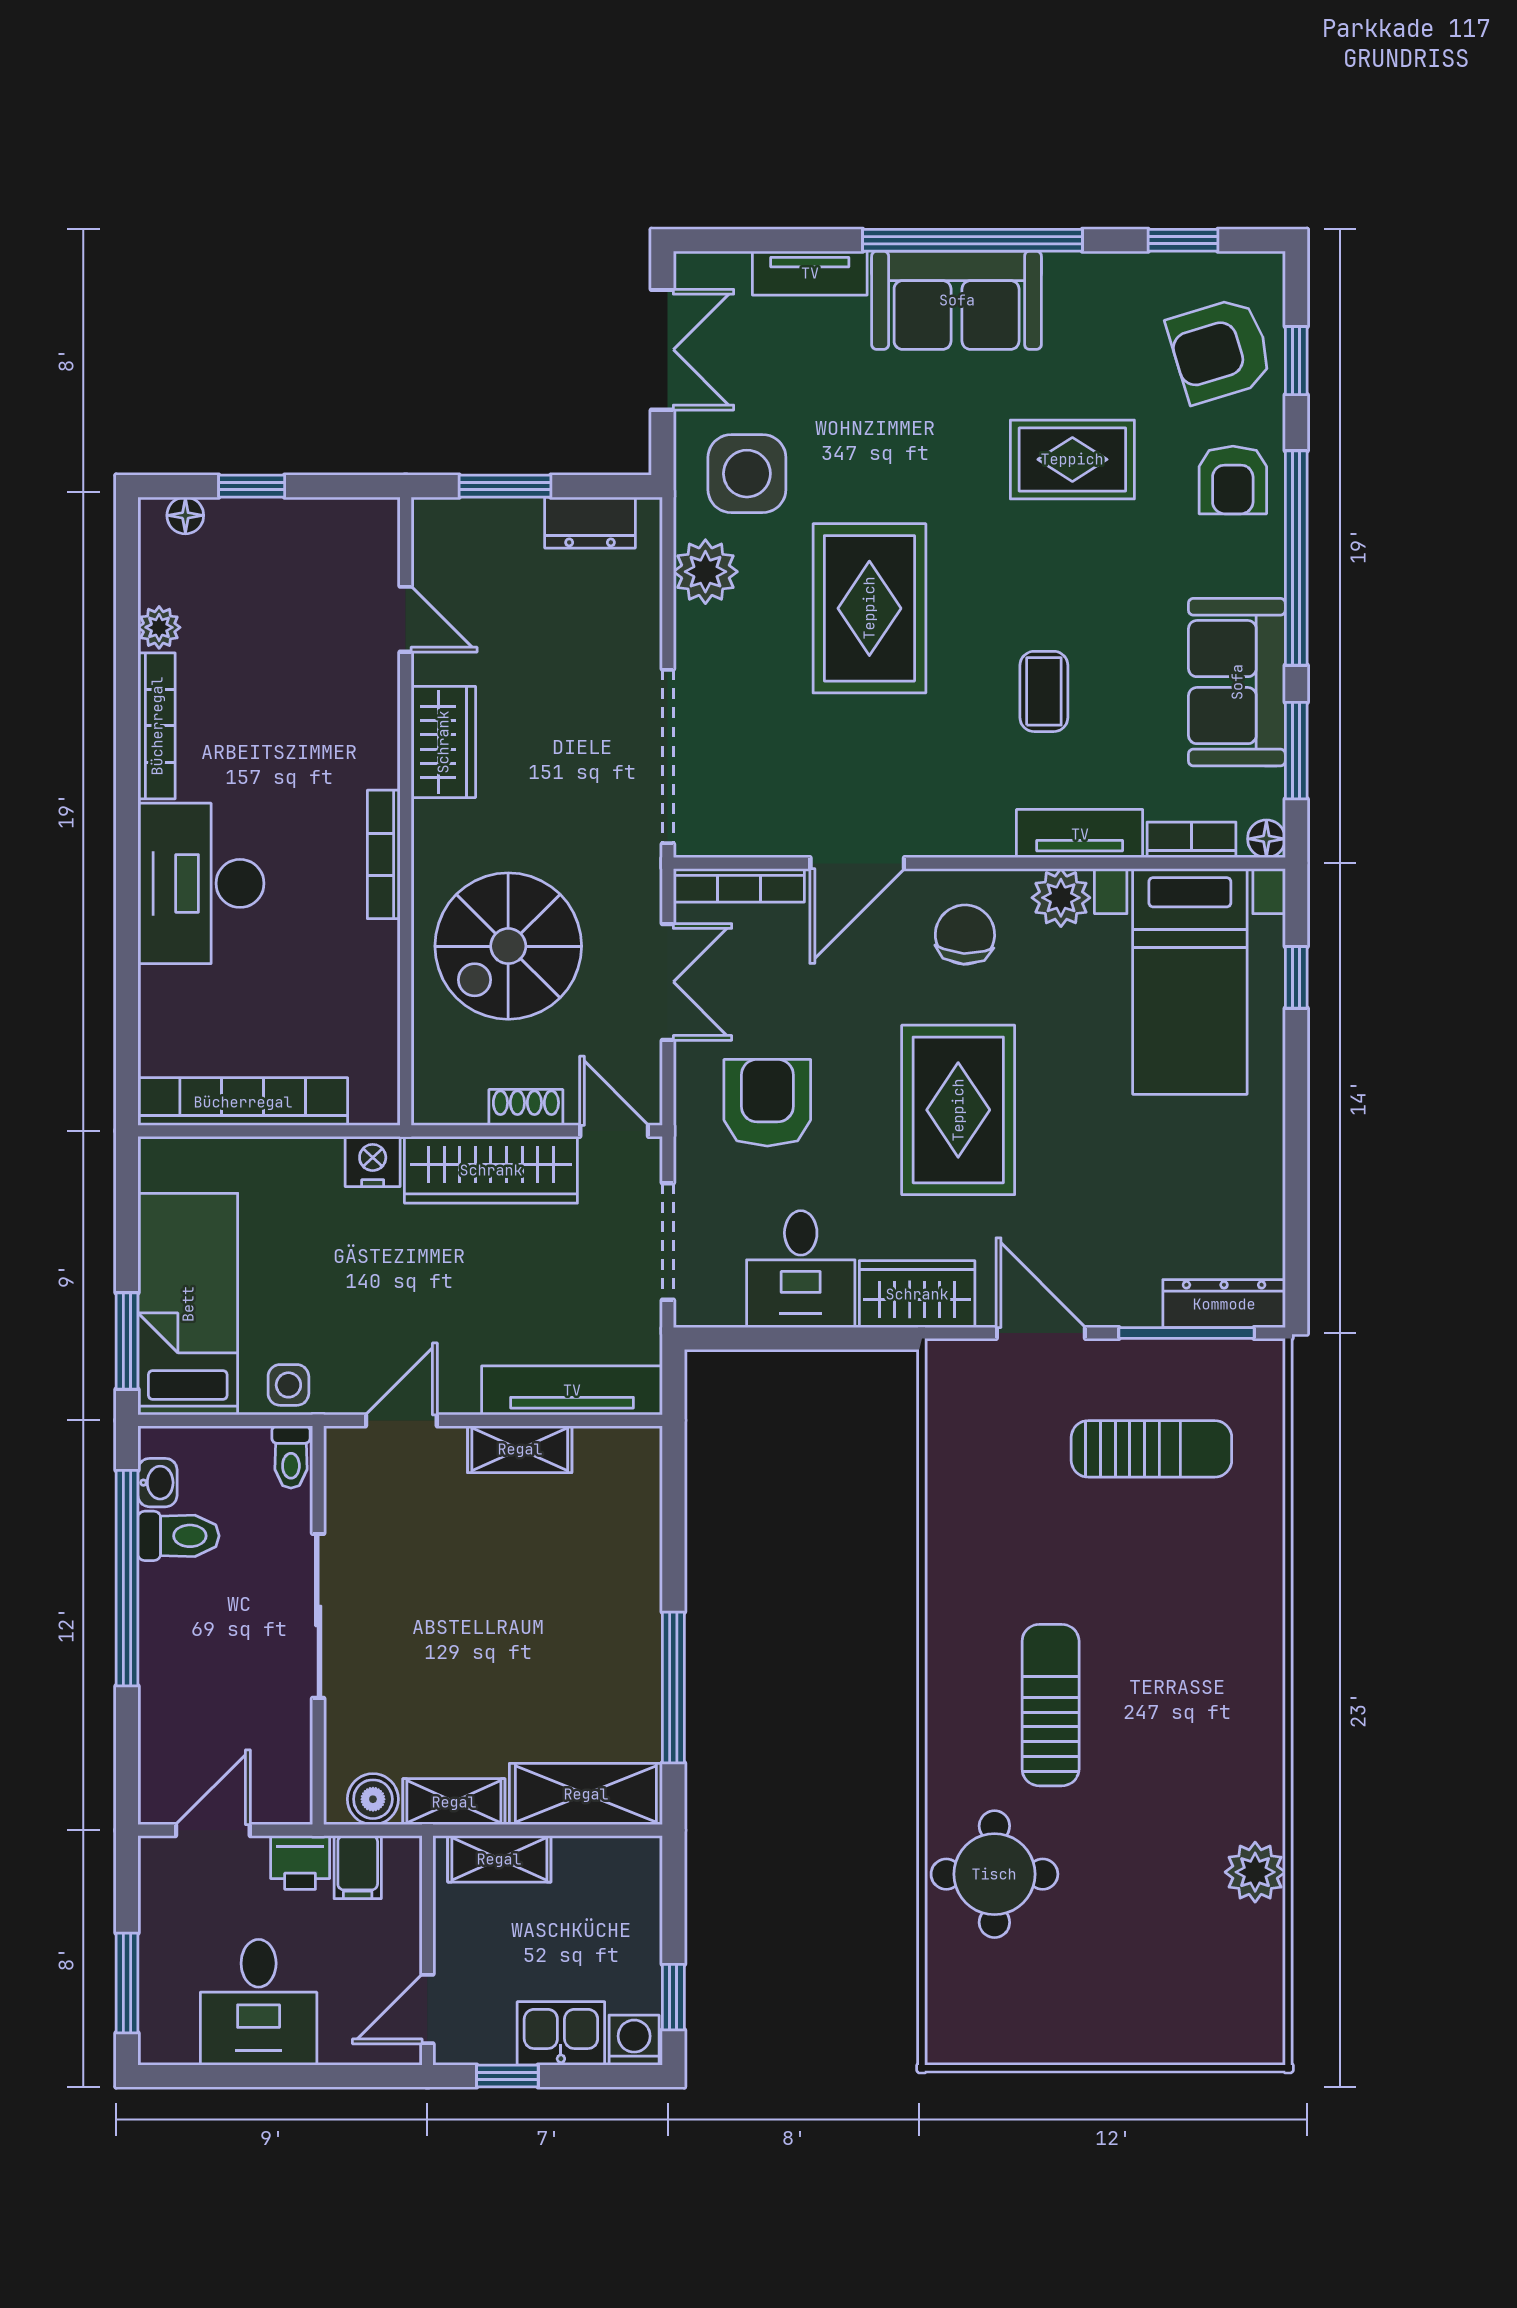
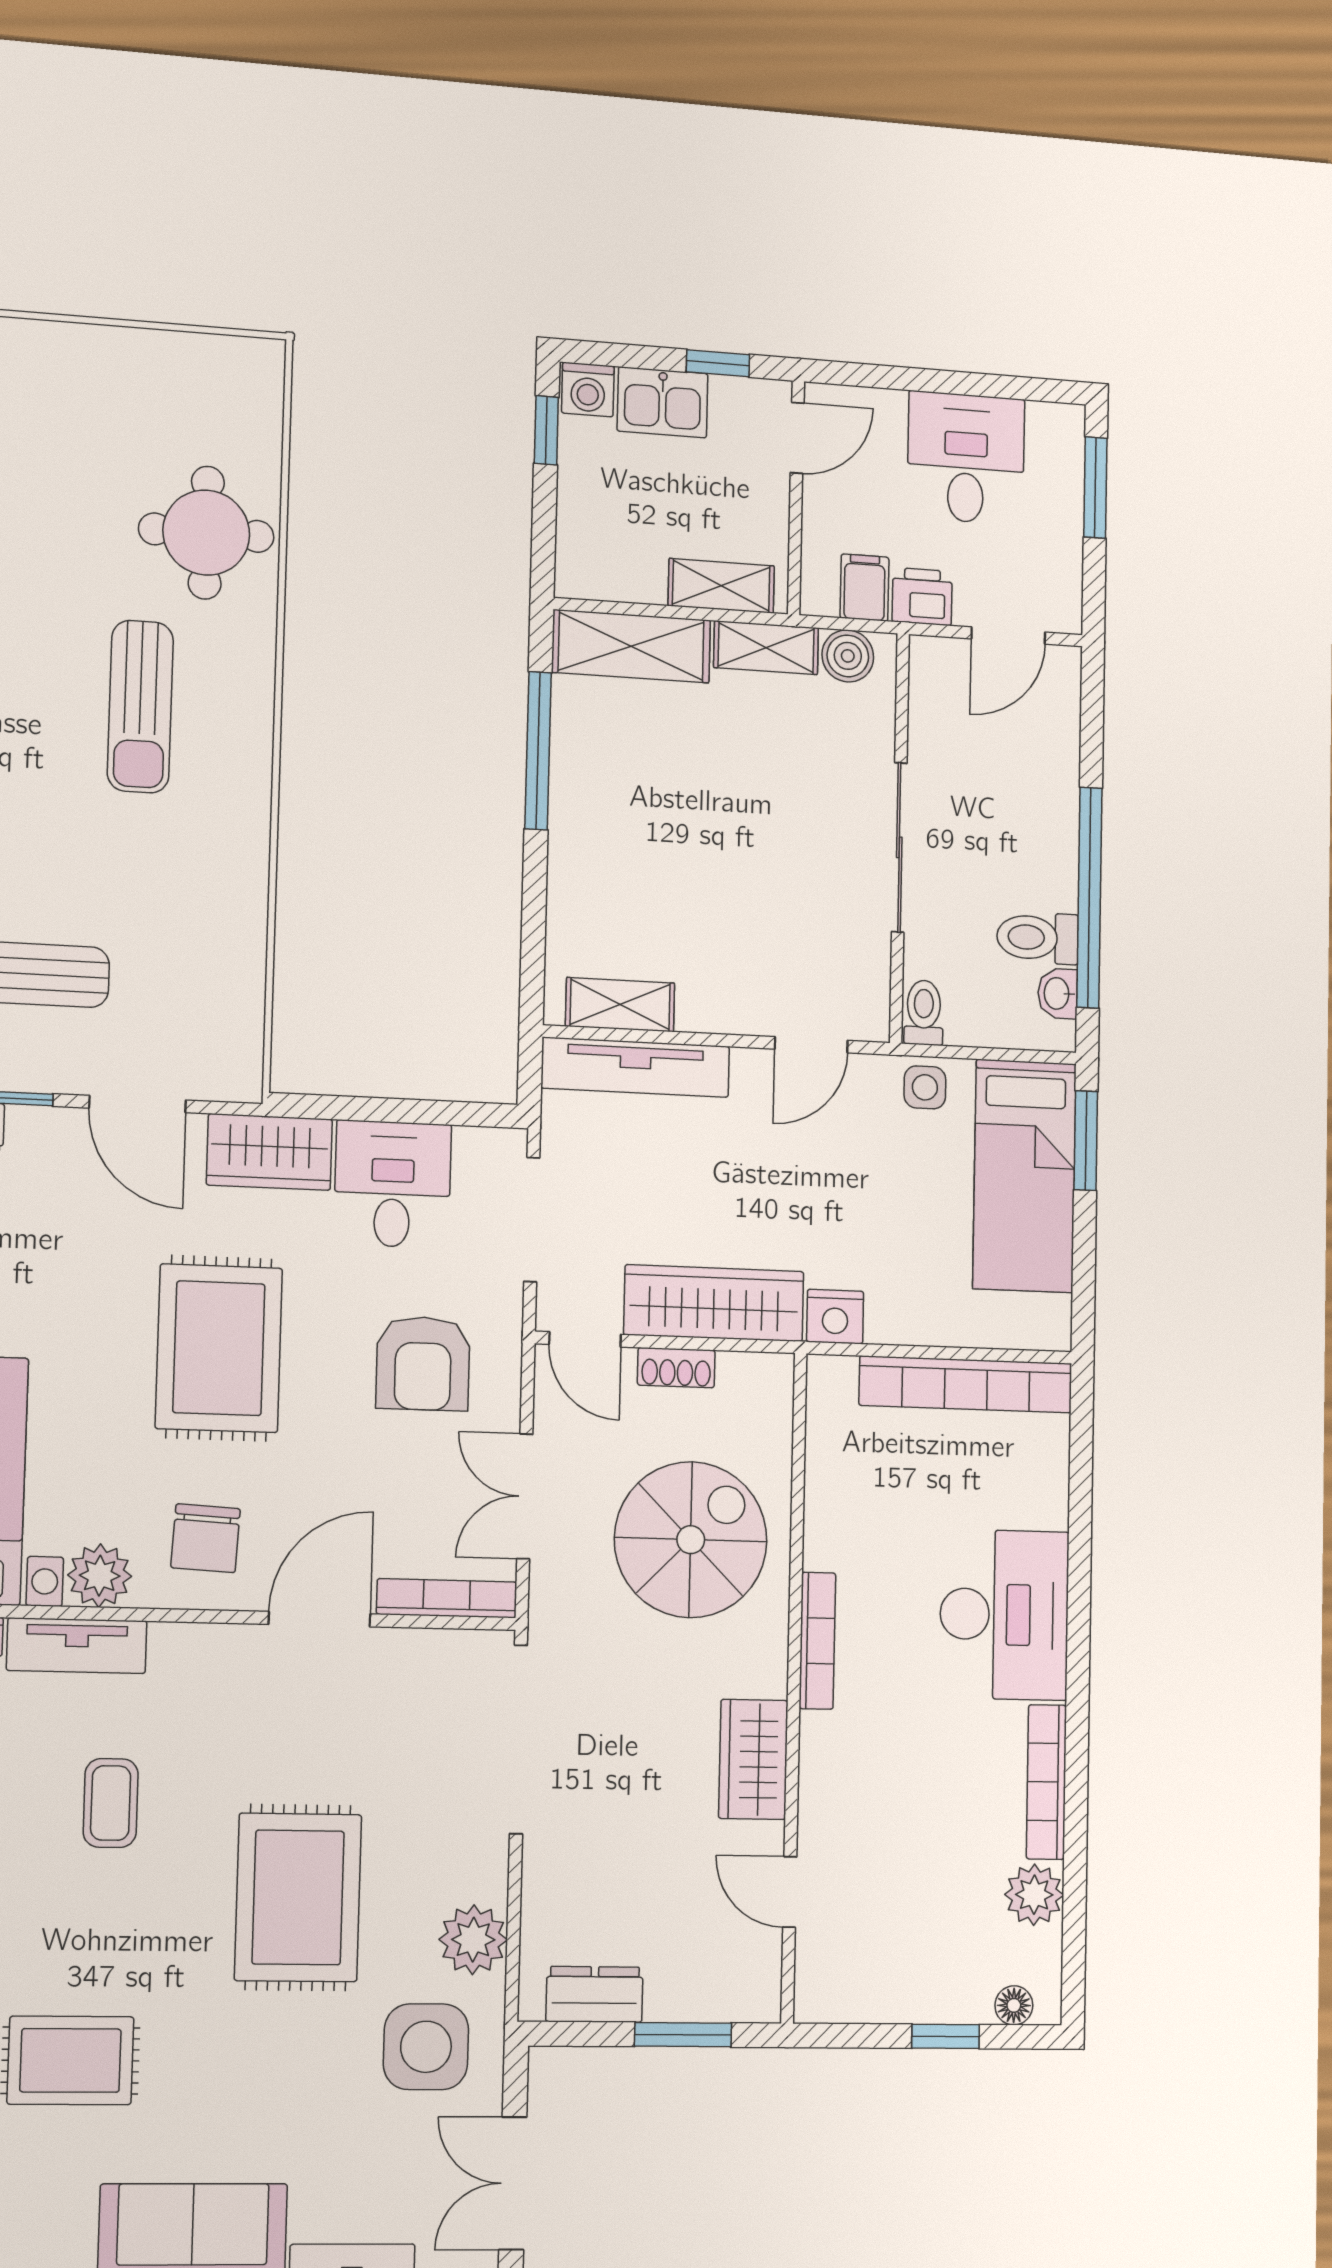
plant: (159, 627) -> (1034, 1895), width x1.38, depth x1.38
shelving: (520, 1449) -> (620, 1005), moved

